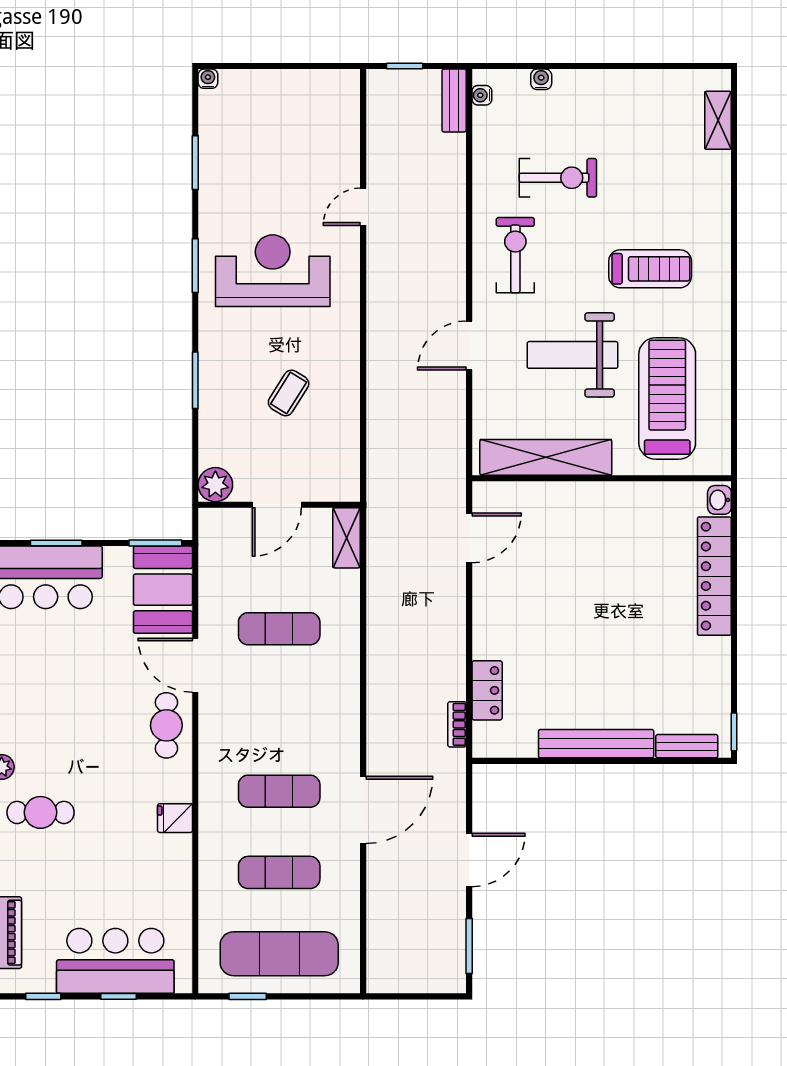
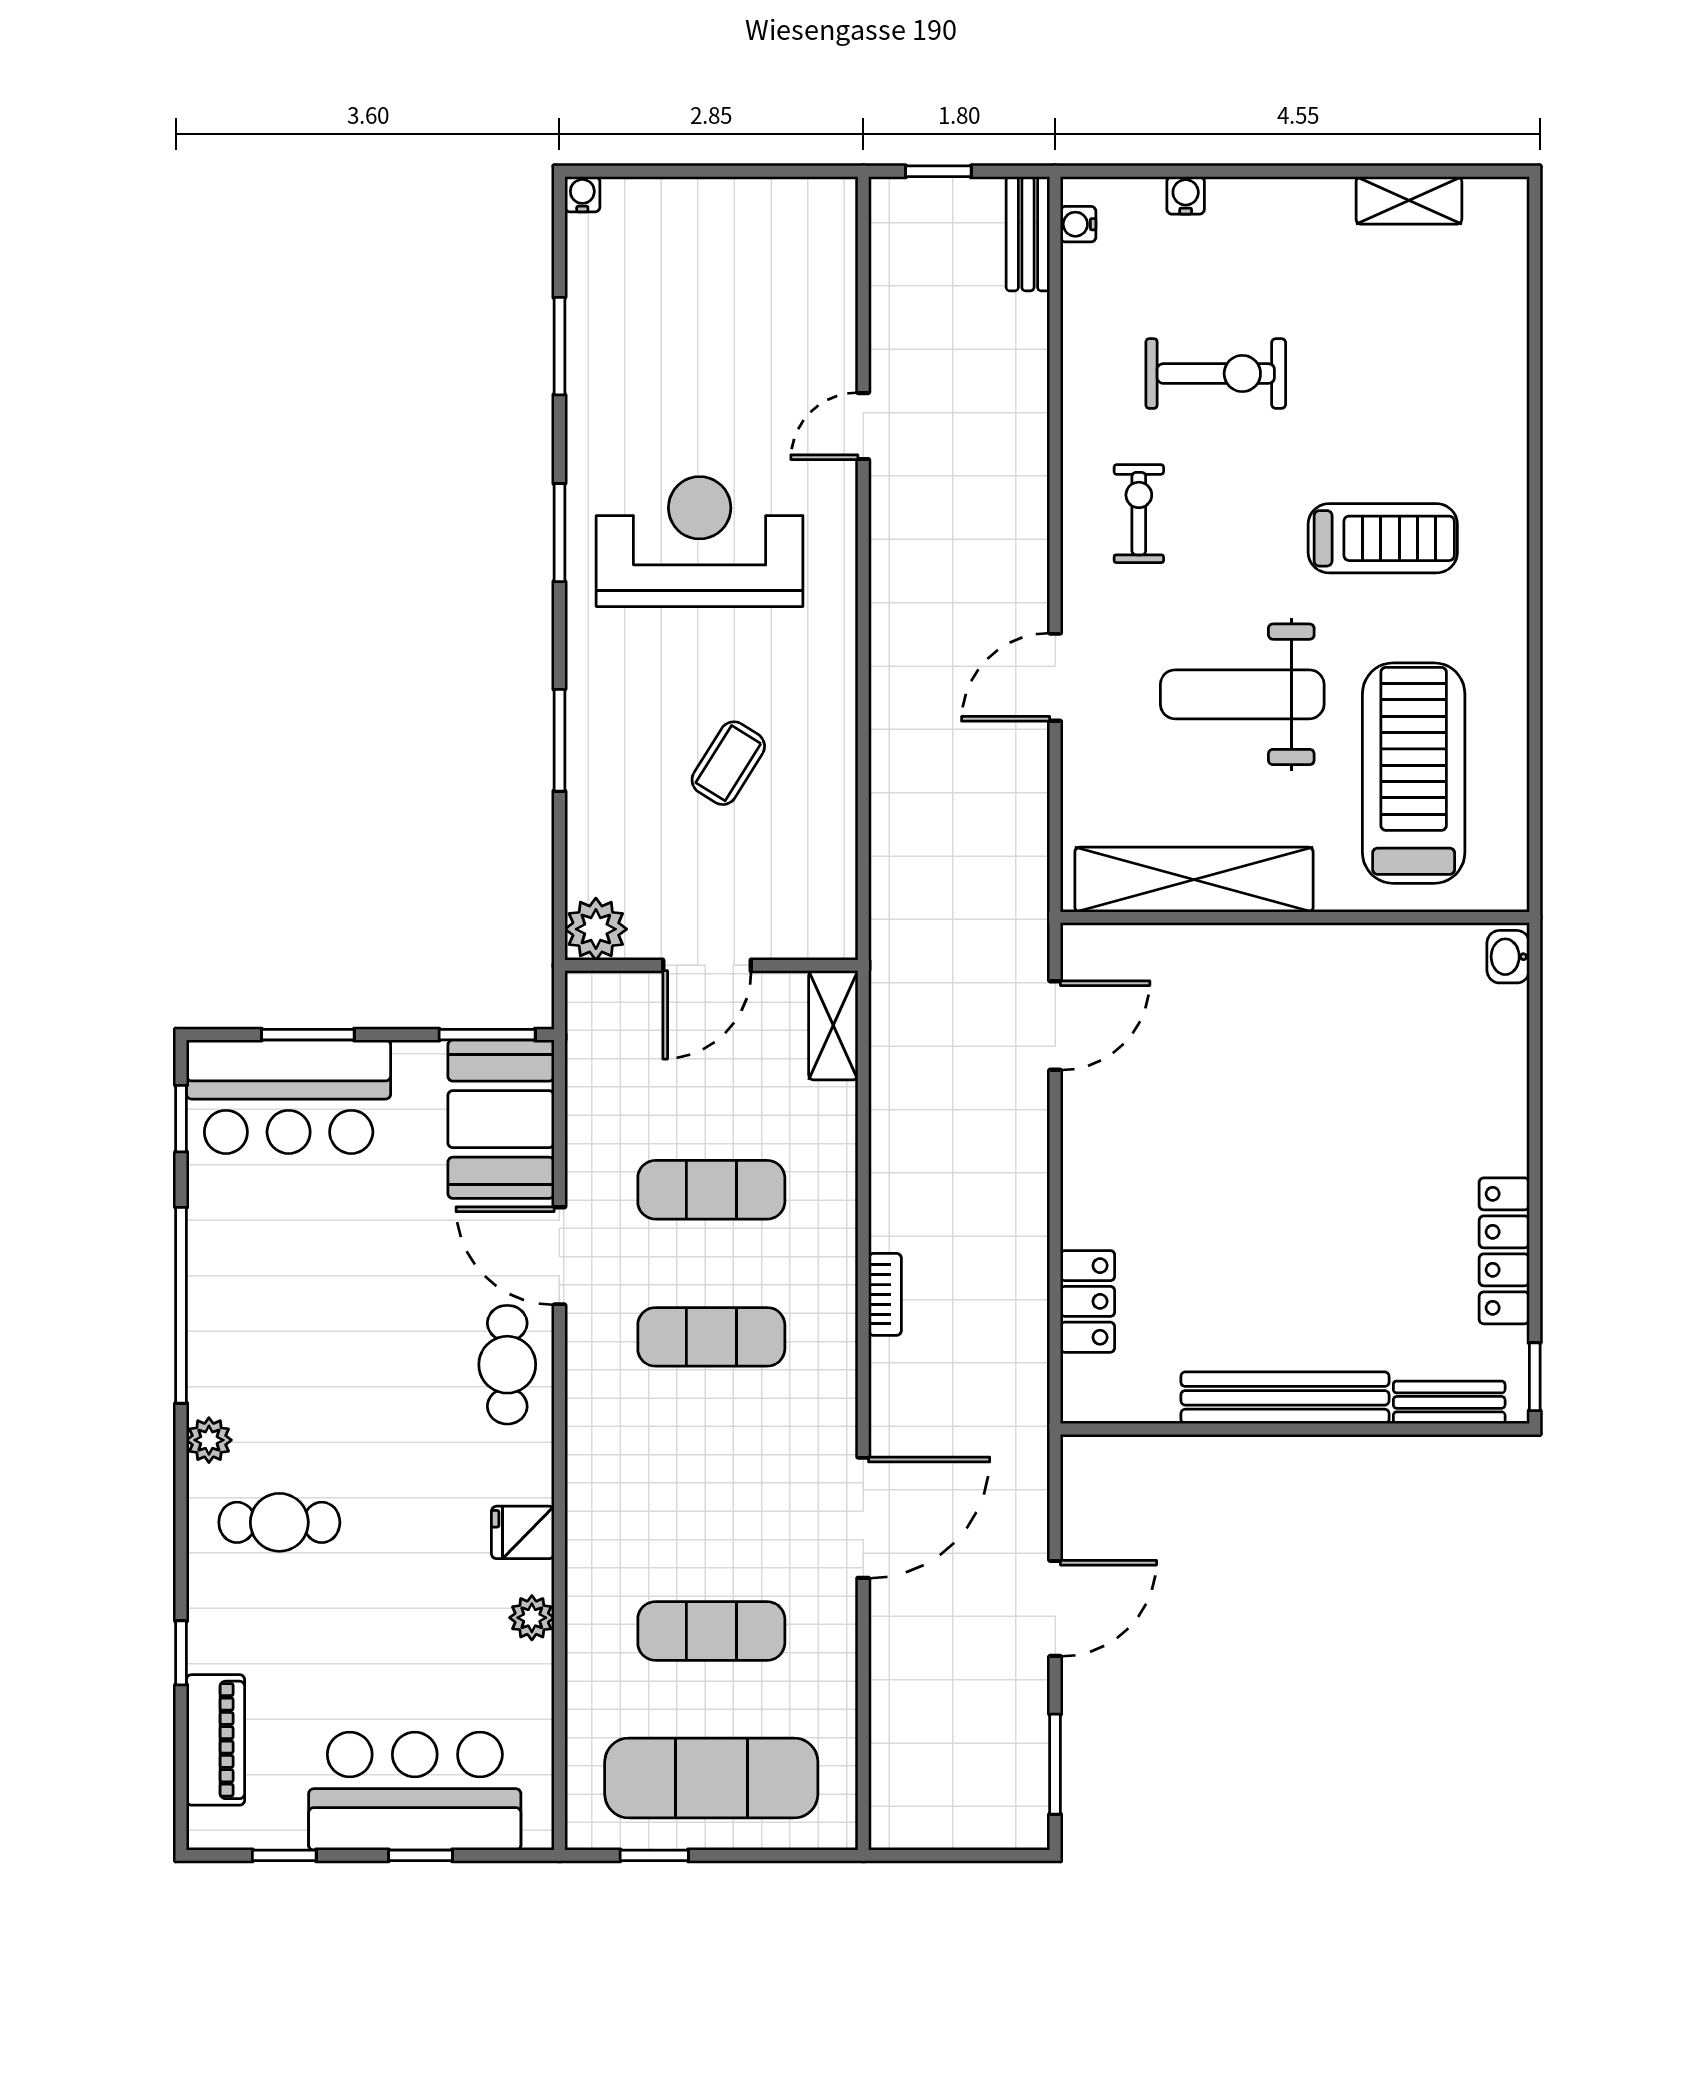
shelving: (718, 120) -> (1409, 200), moved, turned 90
exercise bike: (515, 255) -> (1139, 514), width x0.73, depth x0.72
locker: (714, 576) -> (1504, 1251), moved, width x0.71, depth x0.83
bookcase: (457, 724) -> (885, 1294), moved, turned 180
exercise mat: (279, 791) -> (711, 1337), moved
plant: (180, 865) -> (532, 1618), added

